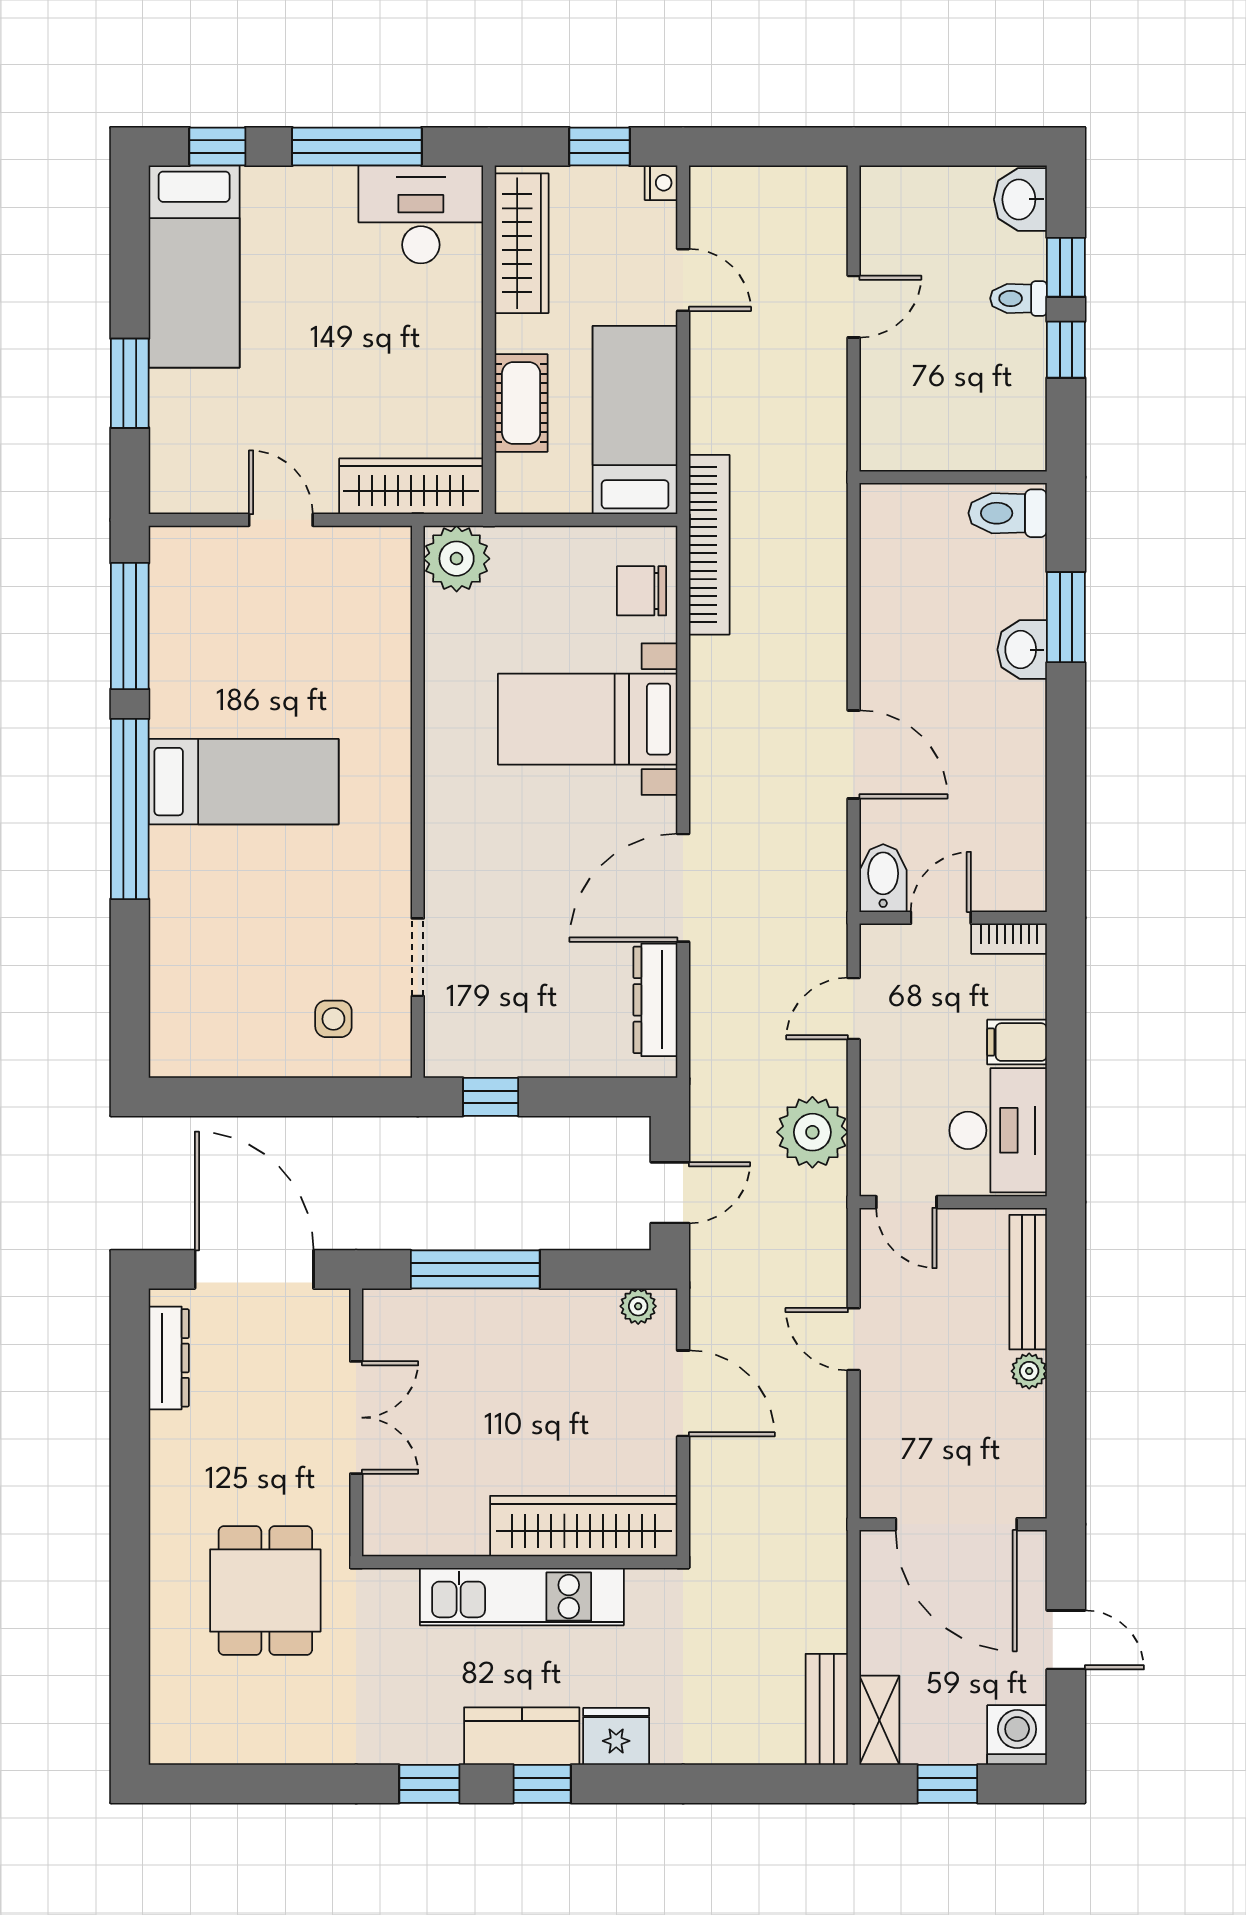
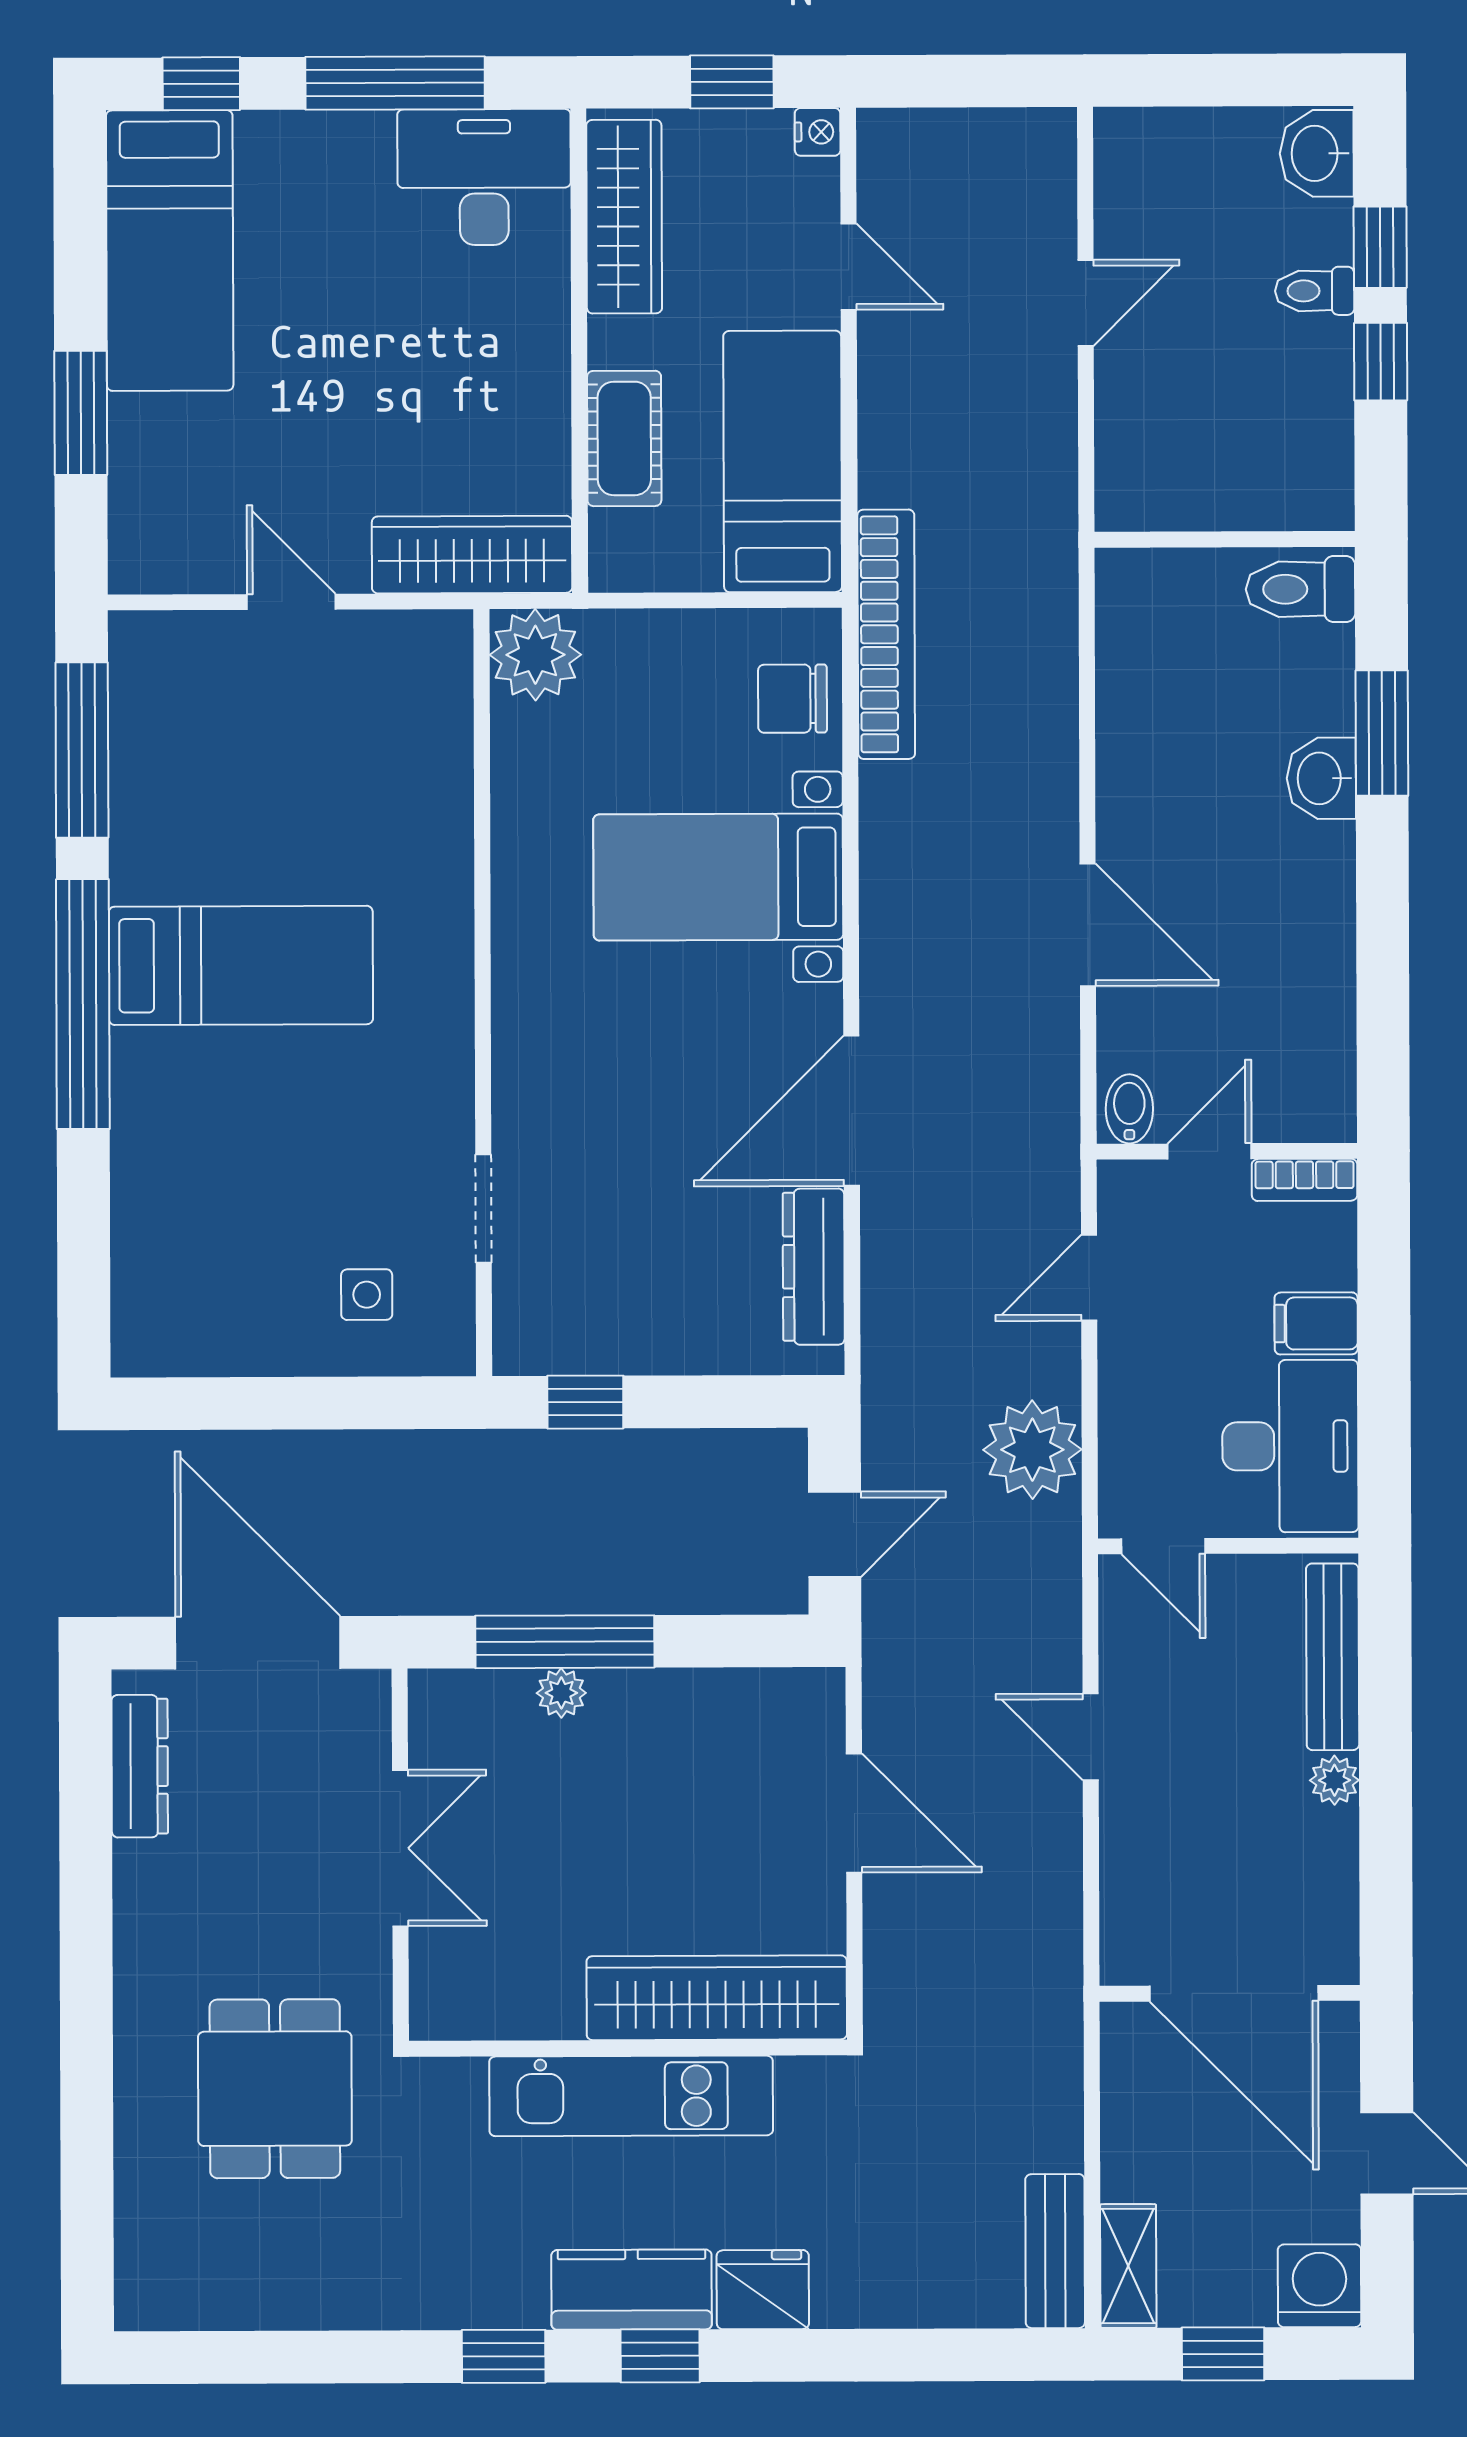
bidet: (883, 878) -> (1129, 1109), width x0.72, depth x0.74
plant: (638, 1306) -> (561, 1693), moved

